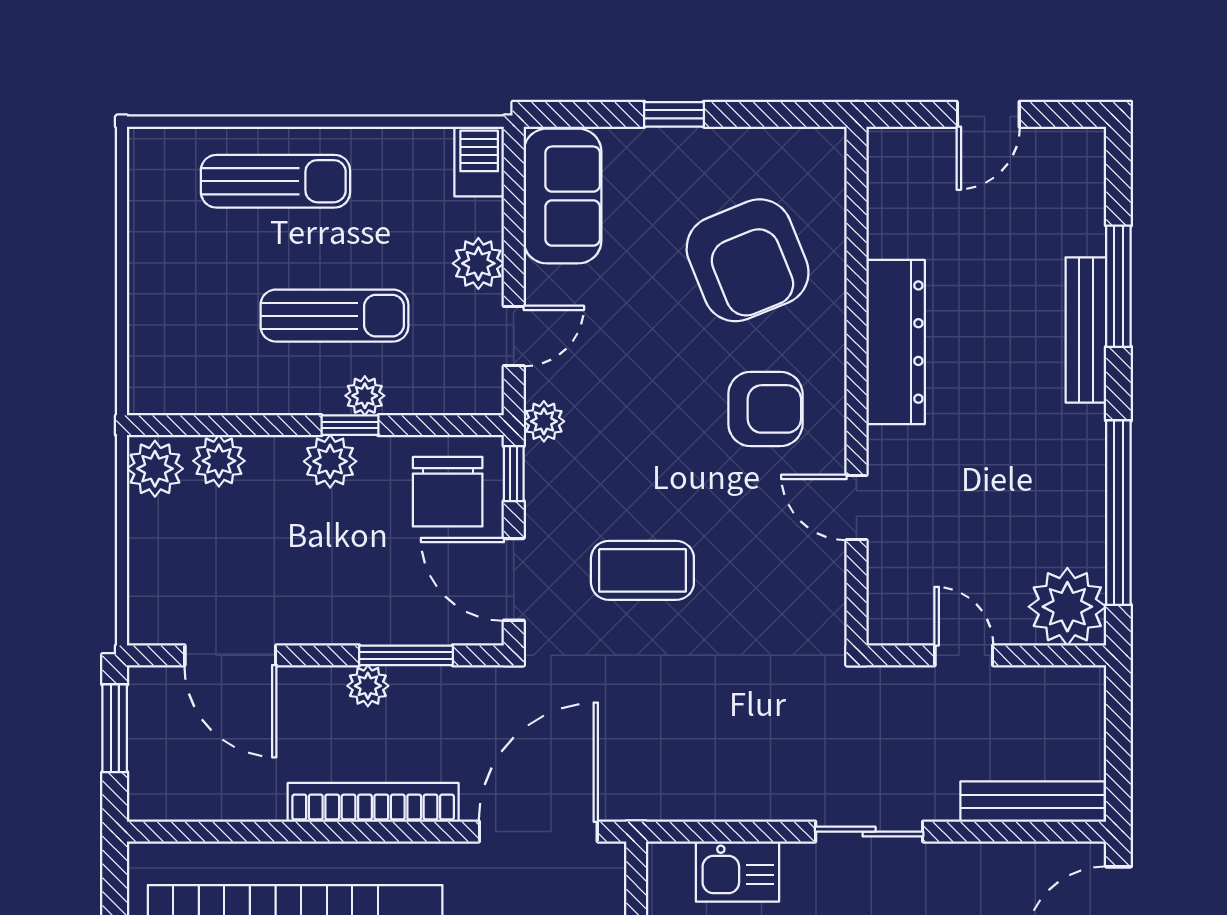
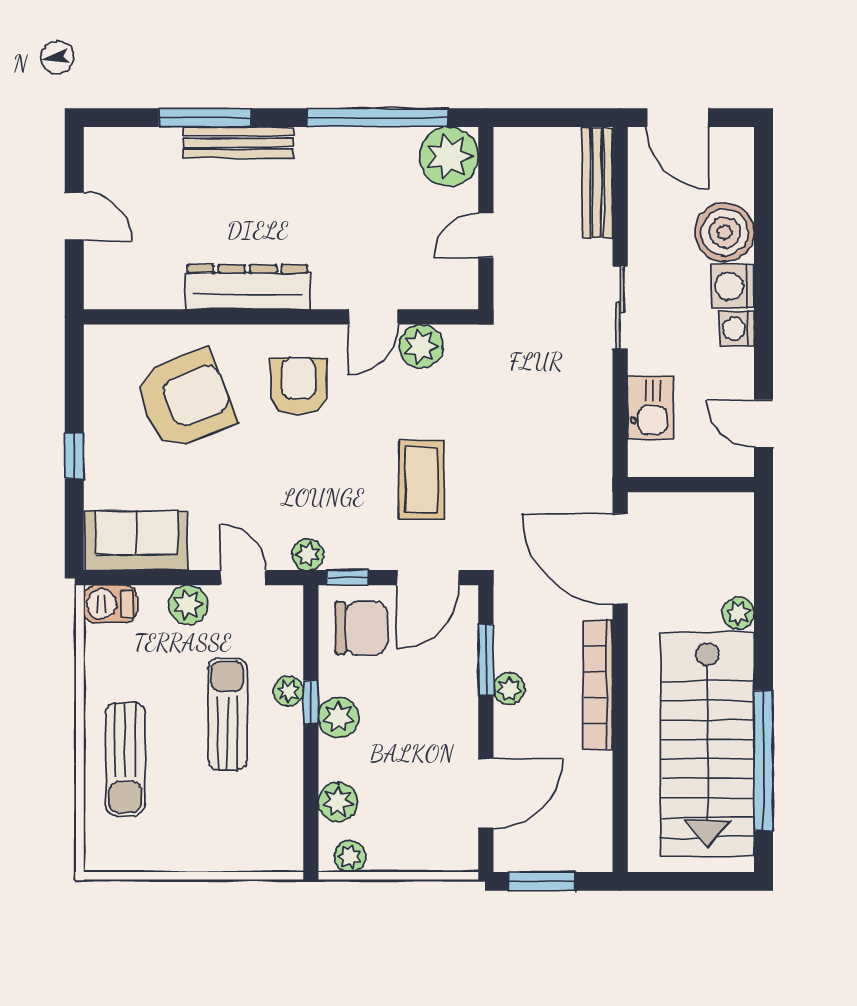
sun lounger: (275, 181) -> (125, 759), turned 180
plant: (155, 469) -> (350, 856), width x0.73, depth x0.73
plant: (818, 570) -> (421, 346), added

